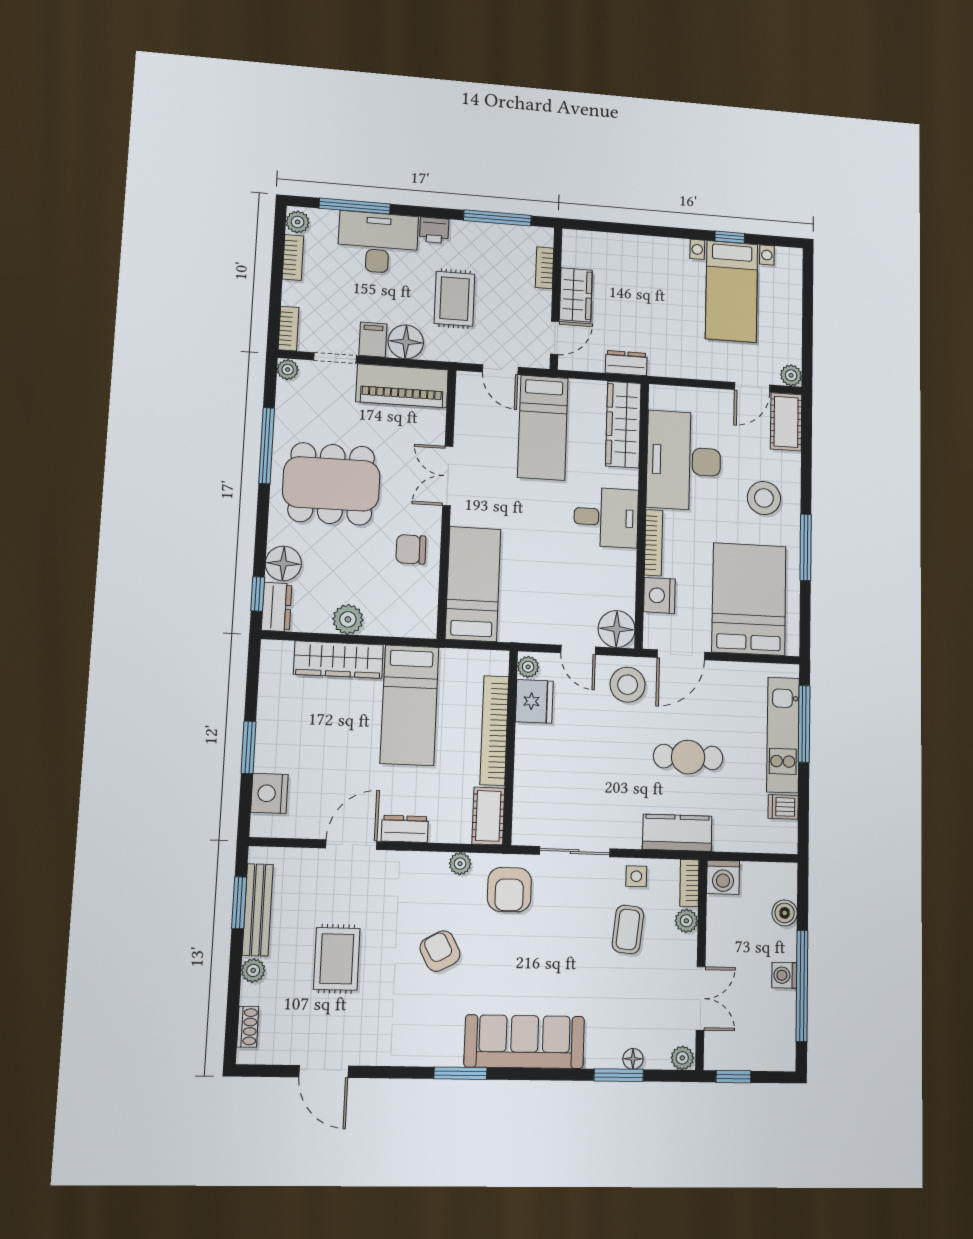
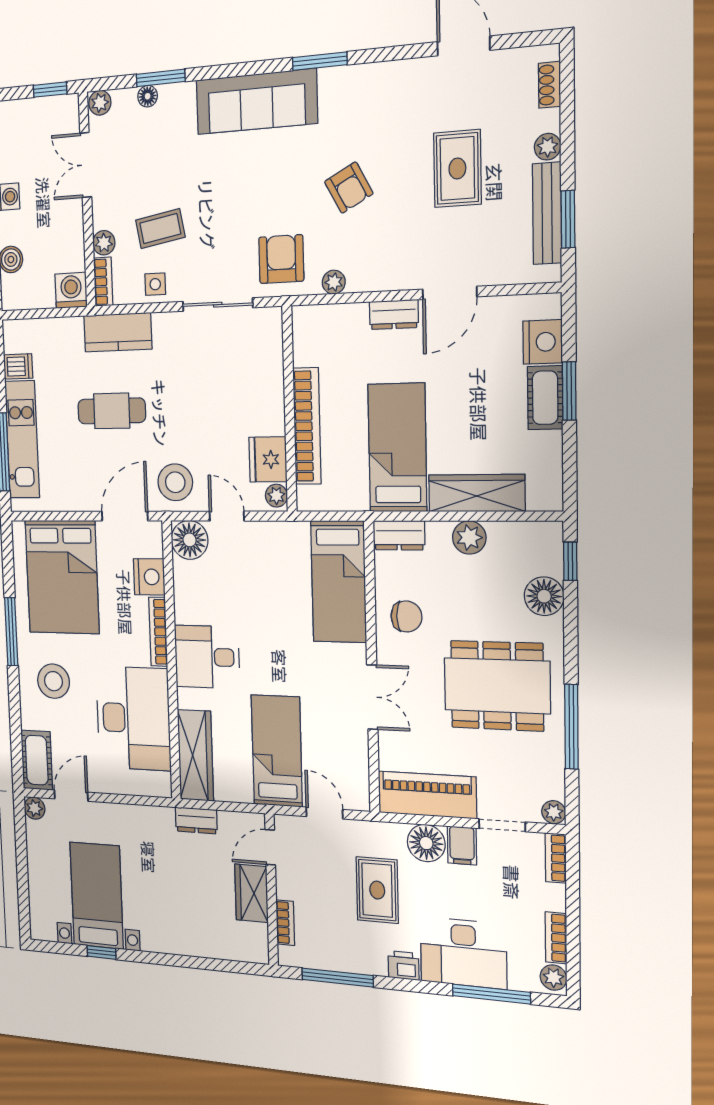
dresser: (277, 607) -> (399, 535), moved, turned -90
cot: (488, 816) -> (545, 398), moved
coffee table: (628, 929) -> (160, 229), turned 74

